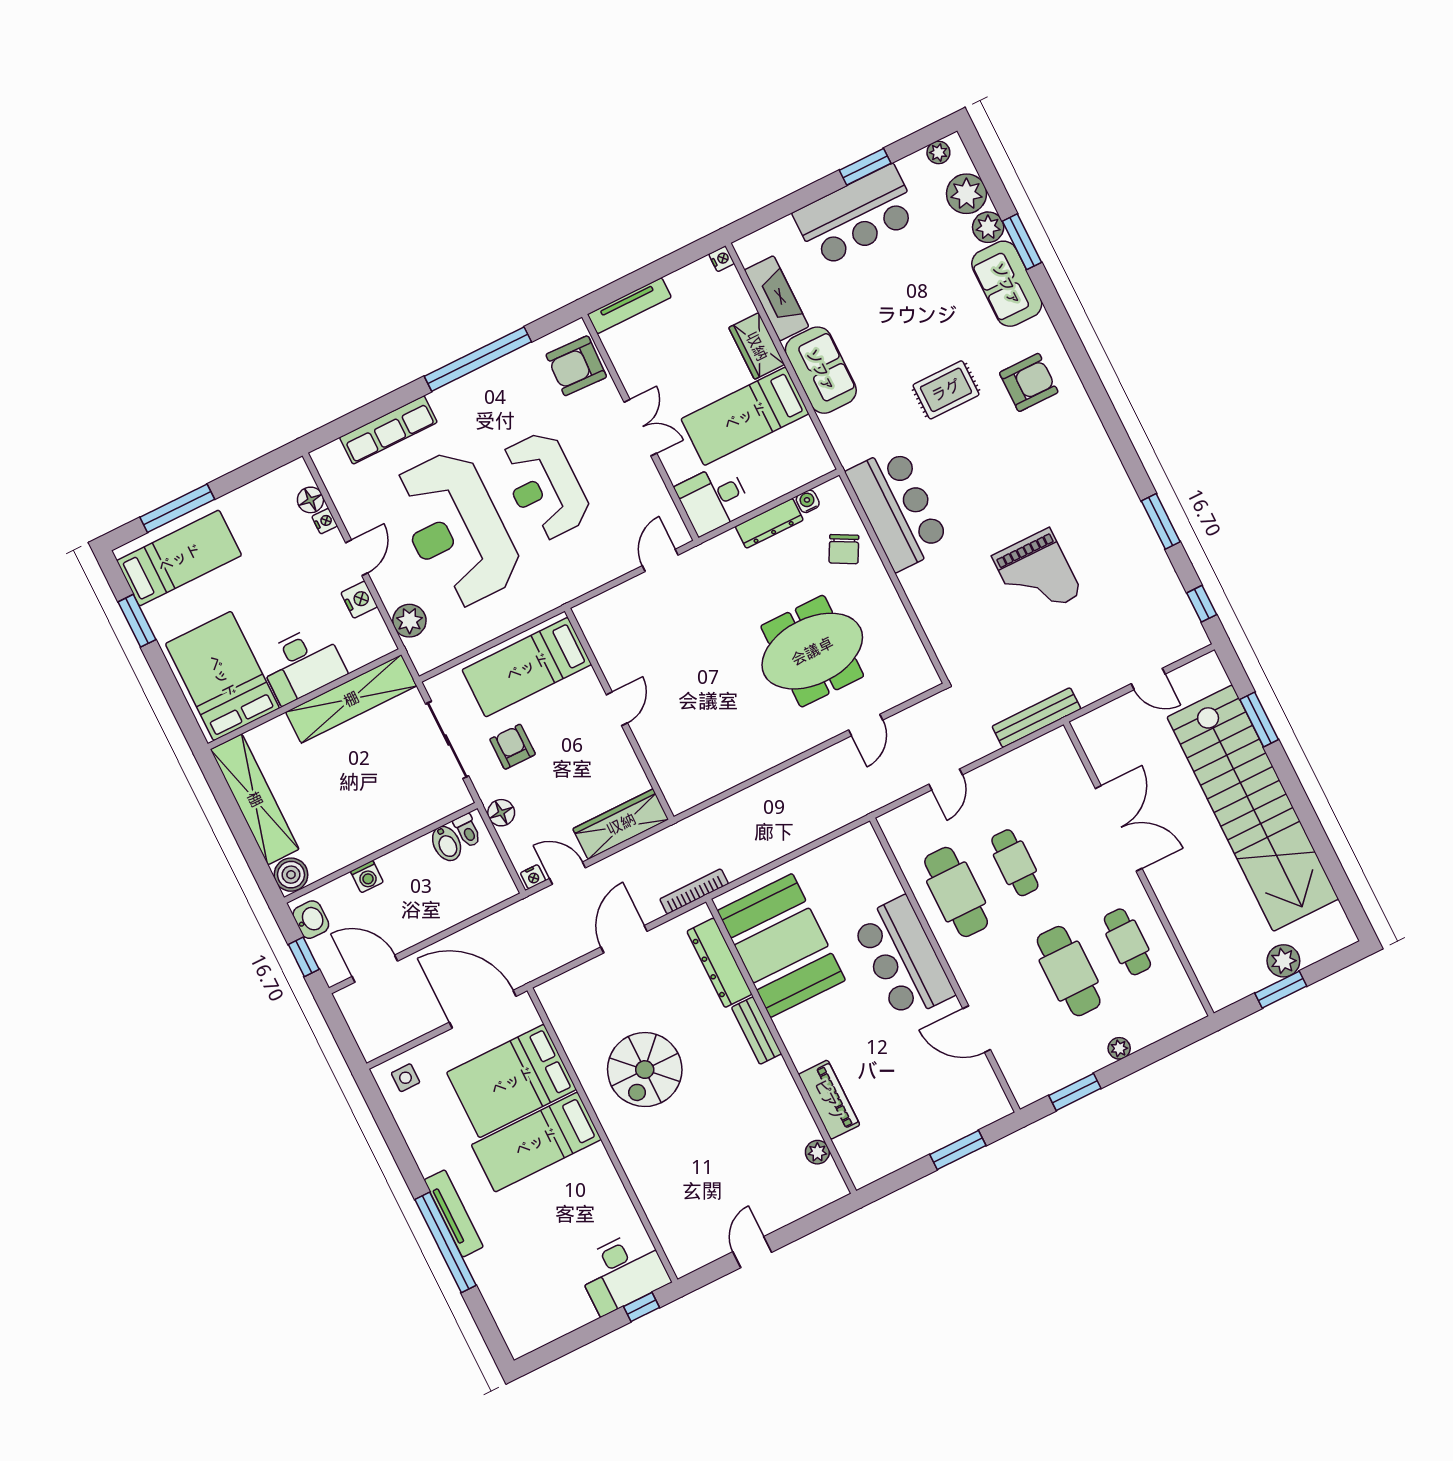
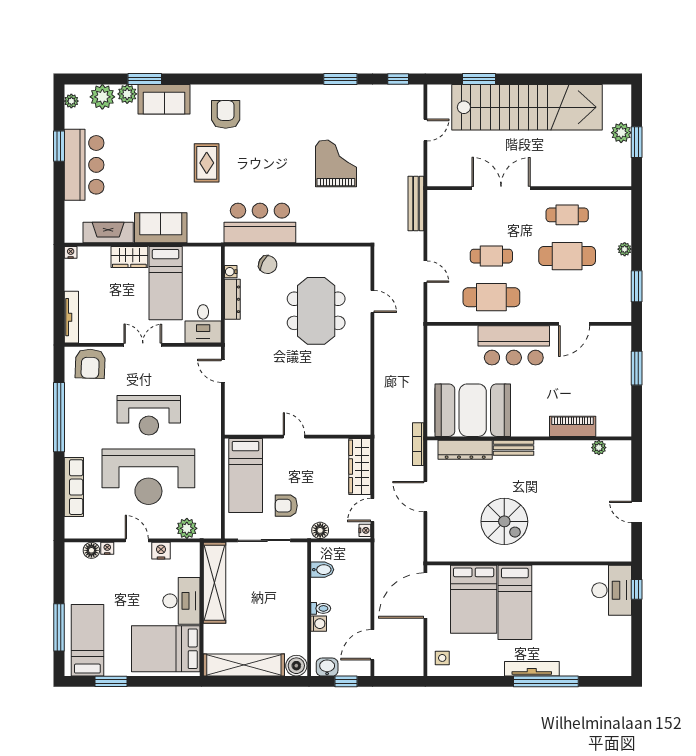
grand piano: (1037, 575) -> (336, 163), turned -90
toilet: (467, 830) -> (321, 608), moved

